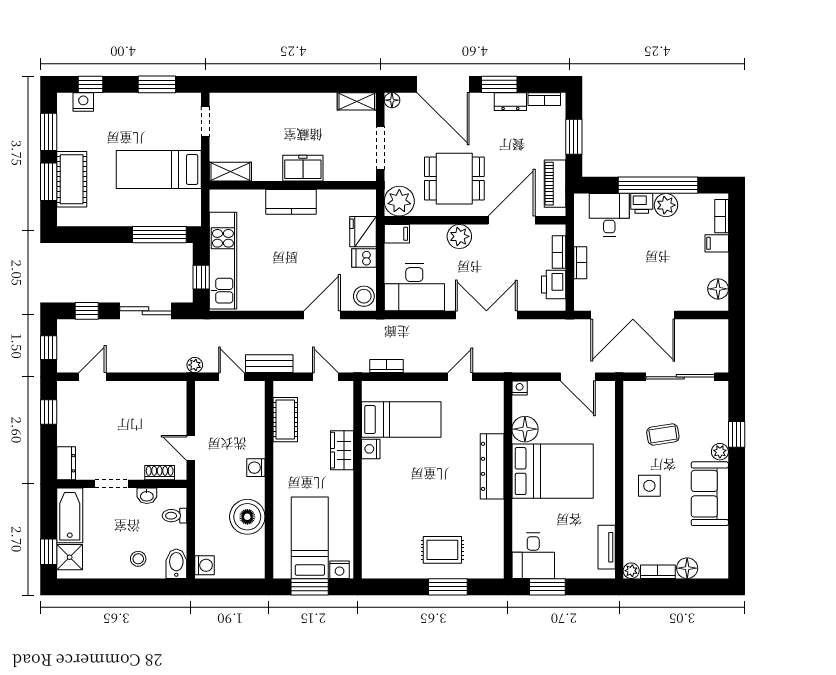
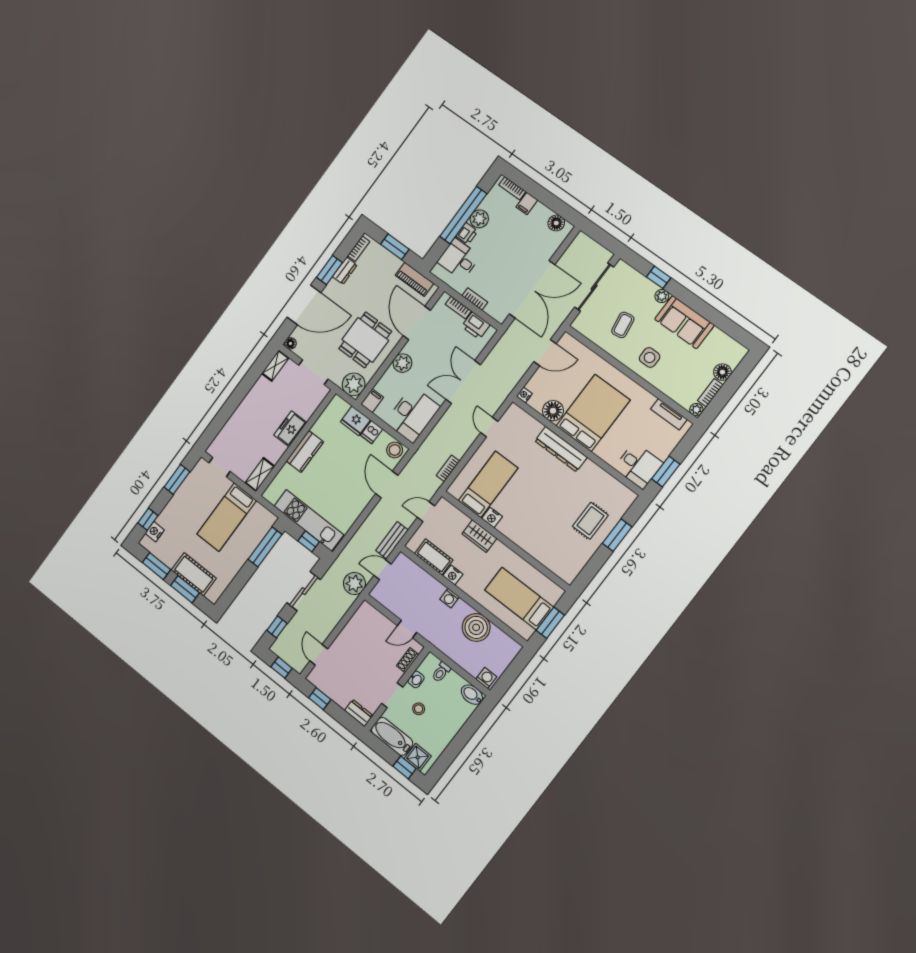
plant: (195, 365) -> (354, 584), width x1.88, depth x1.88
stool: (138, 559) -> (419, 709), moved
nightstand: (340, 570) -> (453, 575), moved, turned 90

